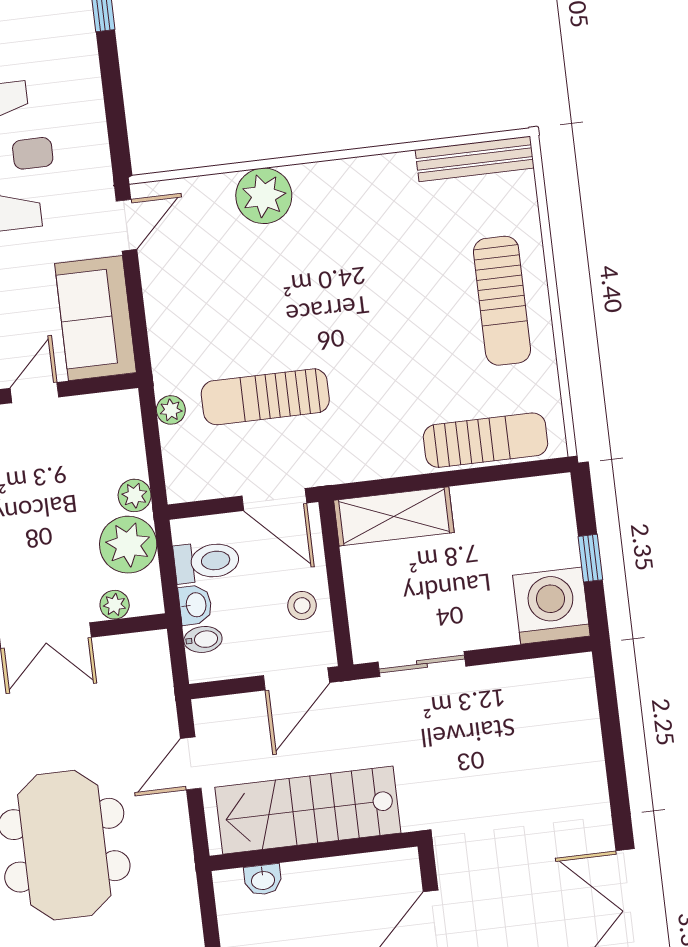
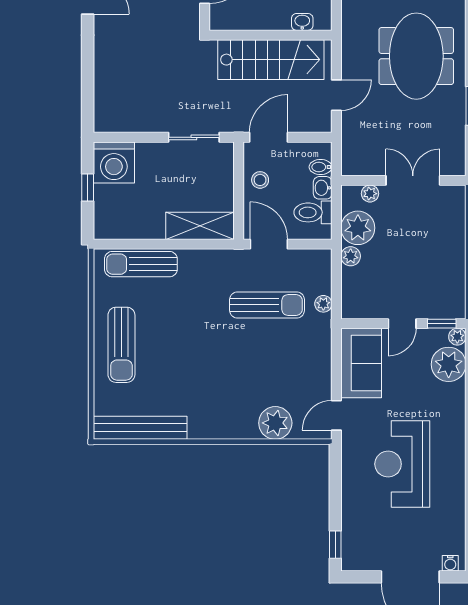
bench: (475, 159) -> (140, 428), width x1.37, depth x1.21
plant: (264, 196) -> (275, 423), moved
sun lounger: (502, 301) -> (121, 345), turned 180

